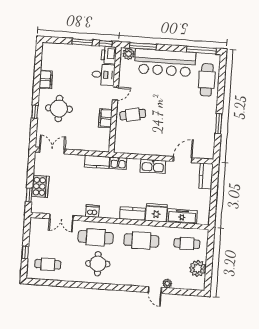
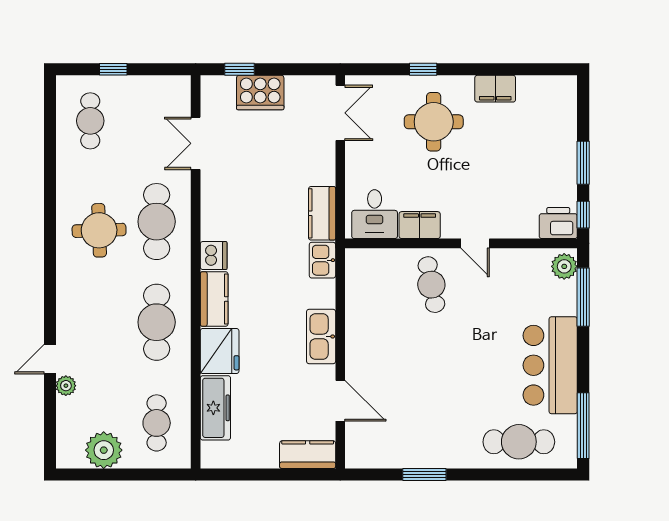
bar counter: (165, 63) -> (550, 365), width x0.73
desk: (103, 75) -> (375, 214), moved
dishwasher: (92, 211) -> (214, 256), moved

